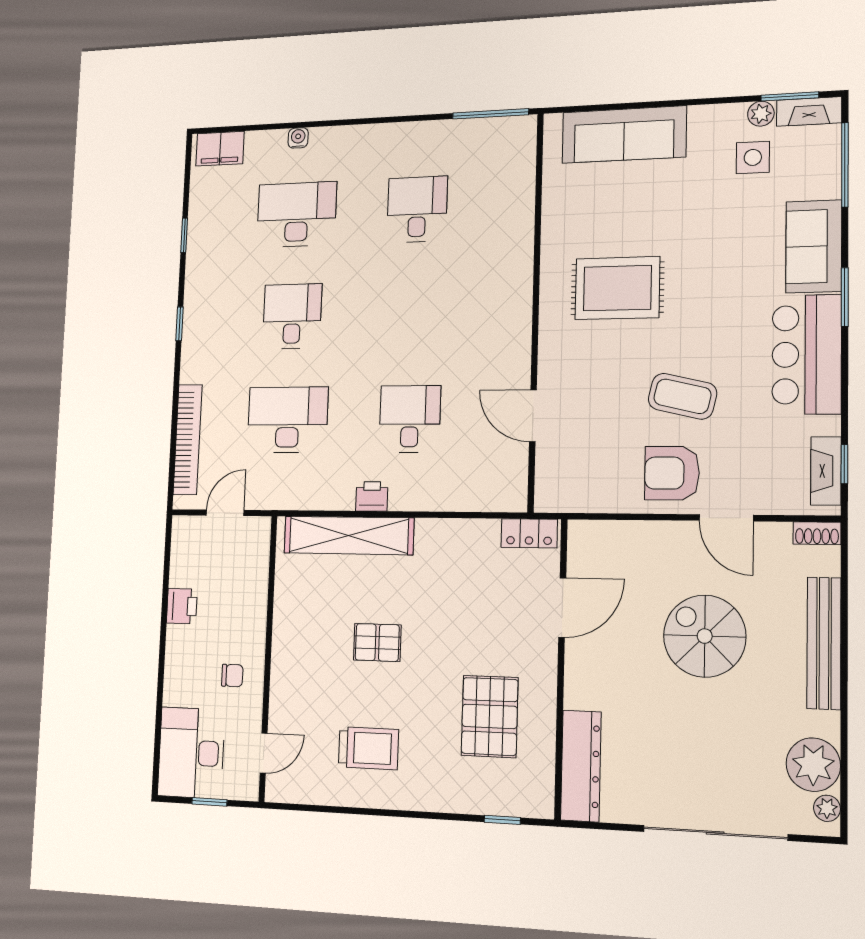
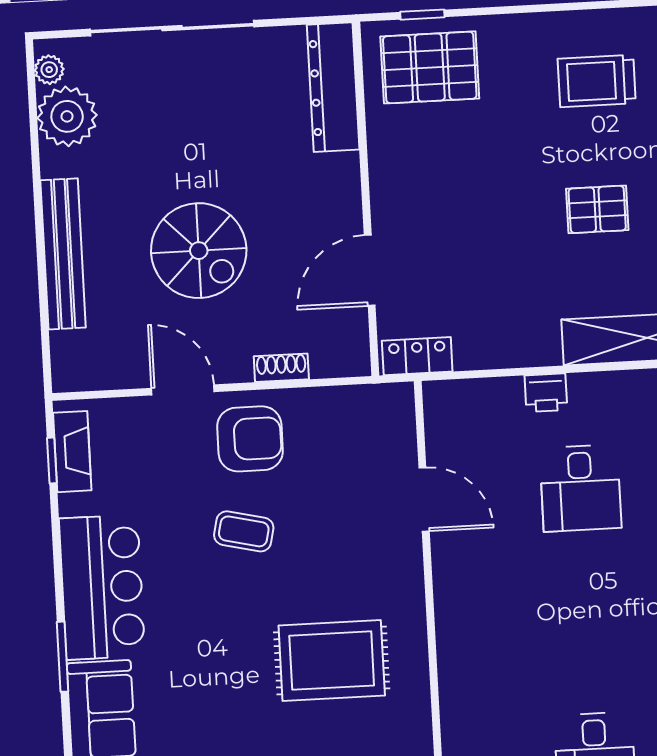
coffee table: (682, 396) -> (244, 531), width x0.73, depth x0.77
printer: (372, 496) -> (546, 393), moved
shoe rack: (817, 533) -> (281, 368), moved
pallet: (490, 716) -> (430, 67), moved, turned 90

